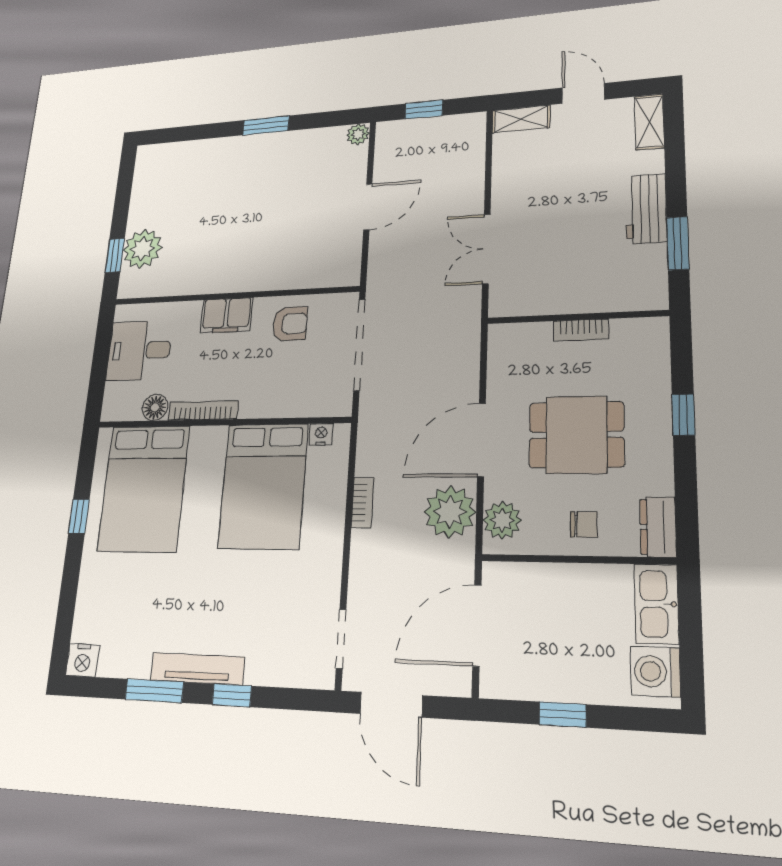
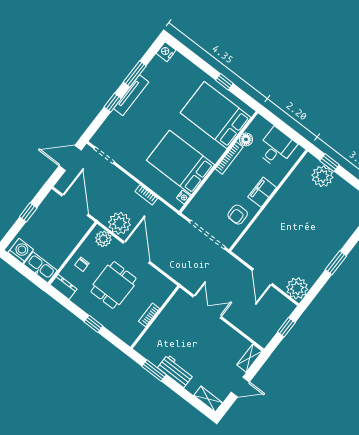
plant: (358, 134) -> (297, 288), width x1.87, depth x1.87

